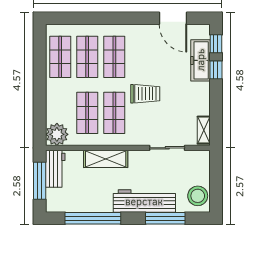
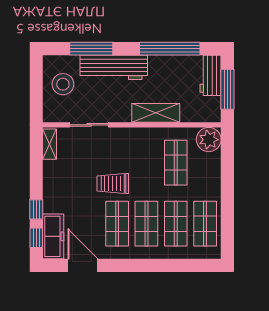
freezer: (200, 60) -> (53, 236), moved
shop shelf: (114, 113) -> (117, 224), moved
workbench: (55, 169) -> (210, 75), moved
stool: (198, 196) -> (63, 84), moved

